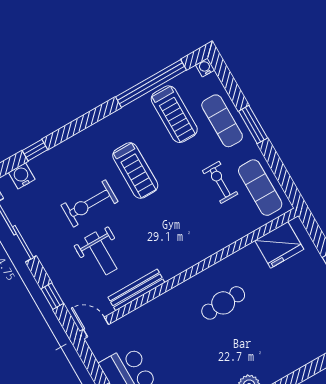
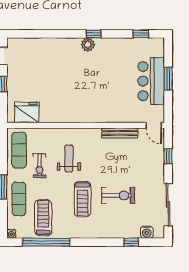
treadmill: (135, 170) -> (83, 199), turned 180
weight bench: (101, 253) -> (69, 158), moved
cafe table: (223, 303) -> (76, 98), removed

